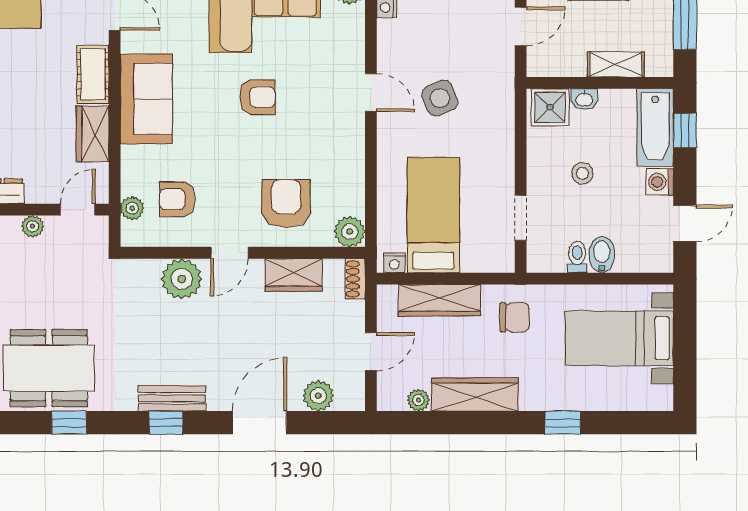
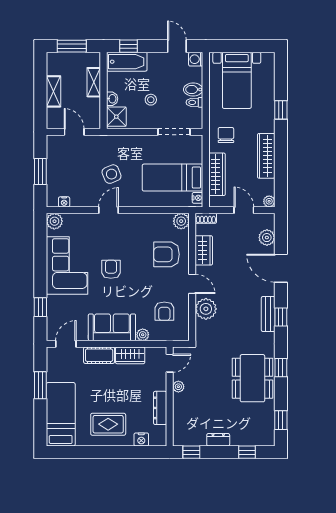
washing machine: (660, 182) -> (196, 59), moved, turned 90
plant: (132, 208) -> (143, 335), moved
door: (78, 210) -> (170, 363), swing flipped
doorway: (521, 218) -> (174, 132), width x1.38
plant: (418, 400) -> (269, 201), moved

